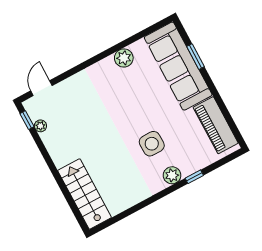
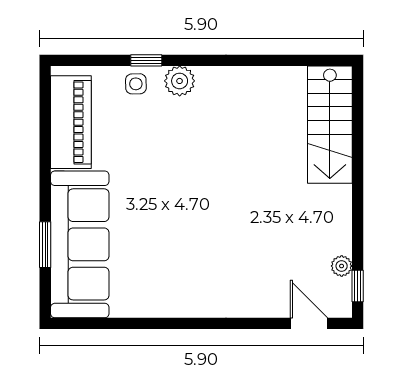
plant: (124, 58) -> (157, 302), removed
door: (41, 88) -> (309, 323), swing flipped
side table: (152, 144) -> (136, 84), moved, width x0.54, depth x0.54

